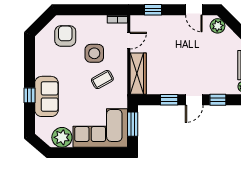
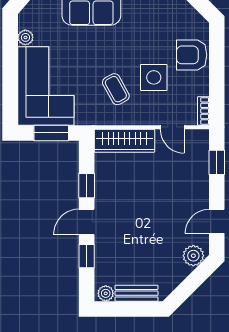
armchair: (65, 36) -> (192, 55), moved, turned 180
door: (194, 100) -> (87, 222), hinge flipped
plant: (62, 137) -> (25, 37), width x0.53, depth x0.53

